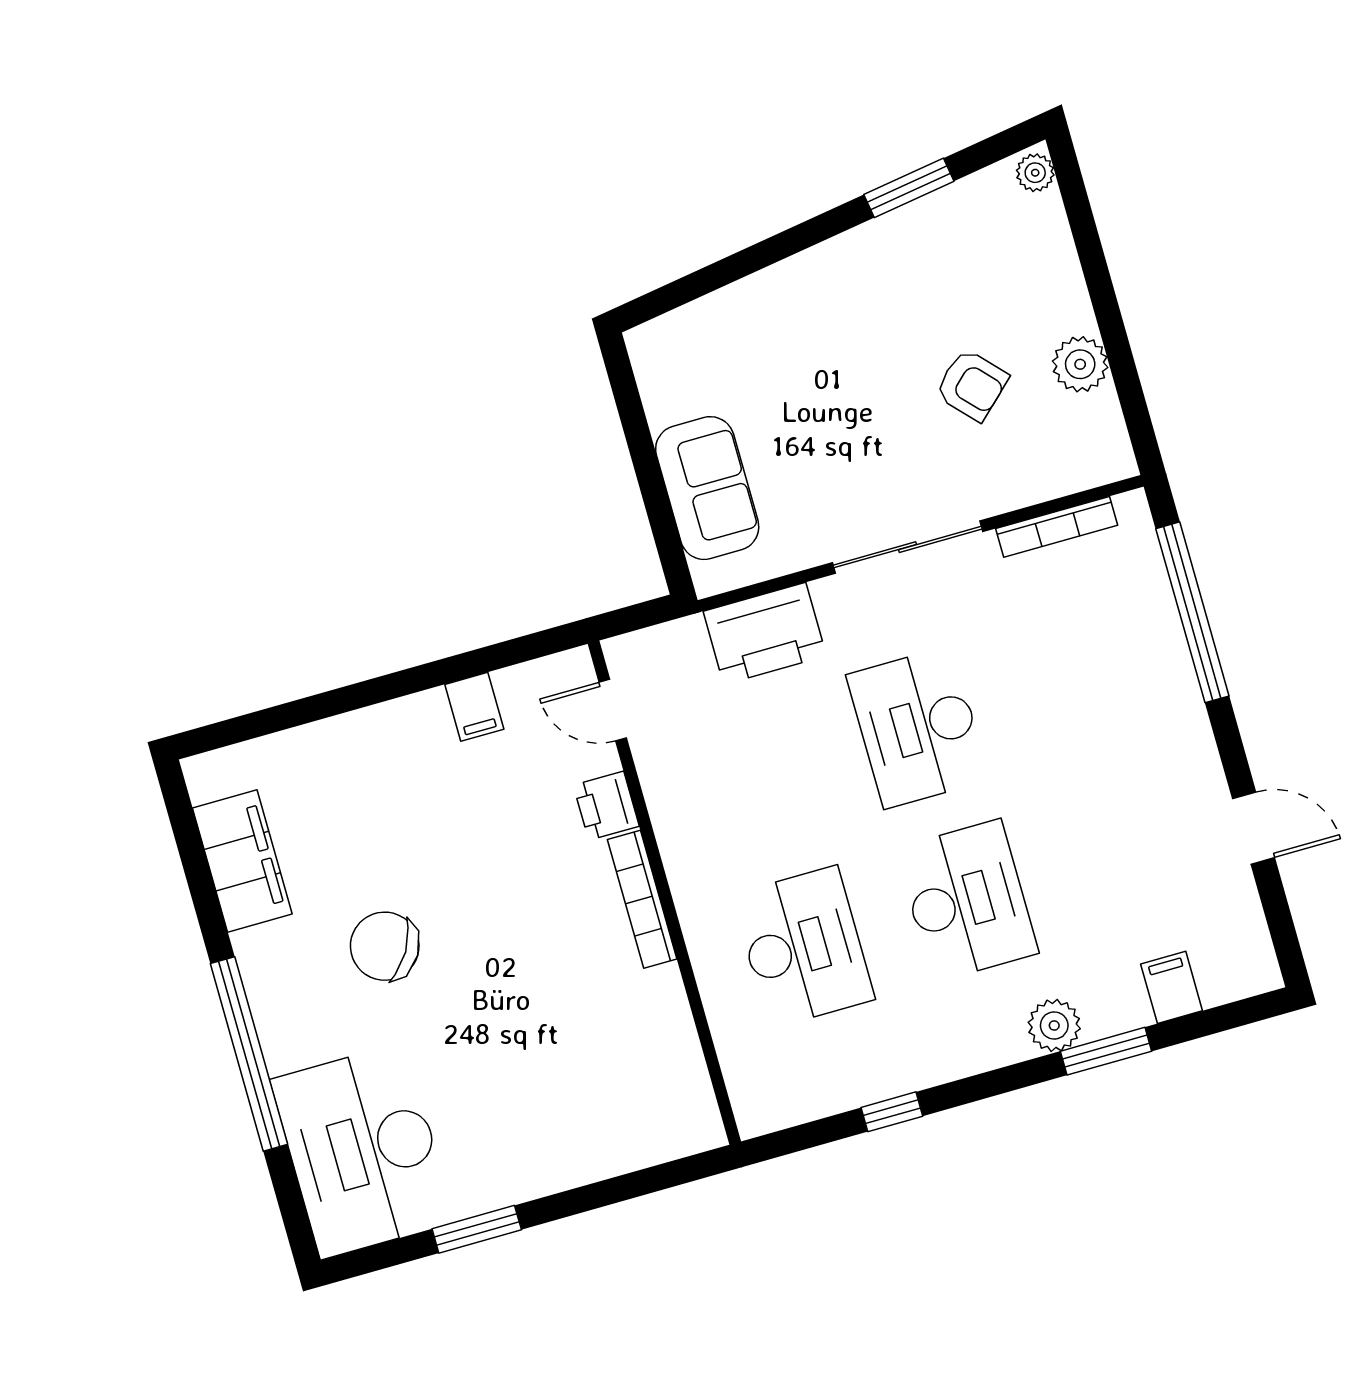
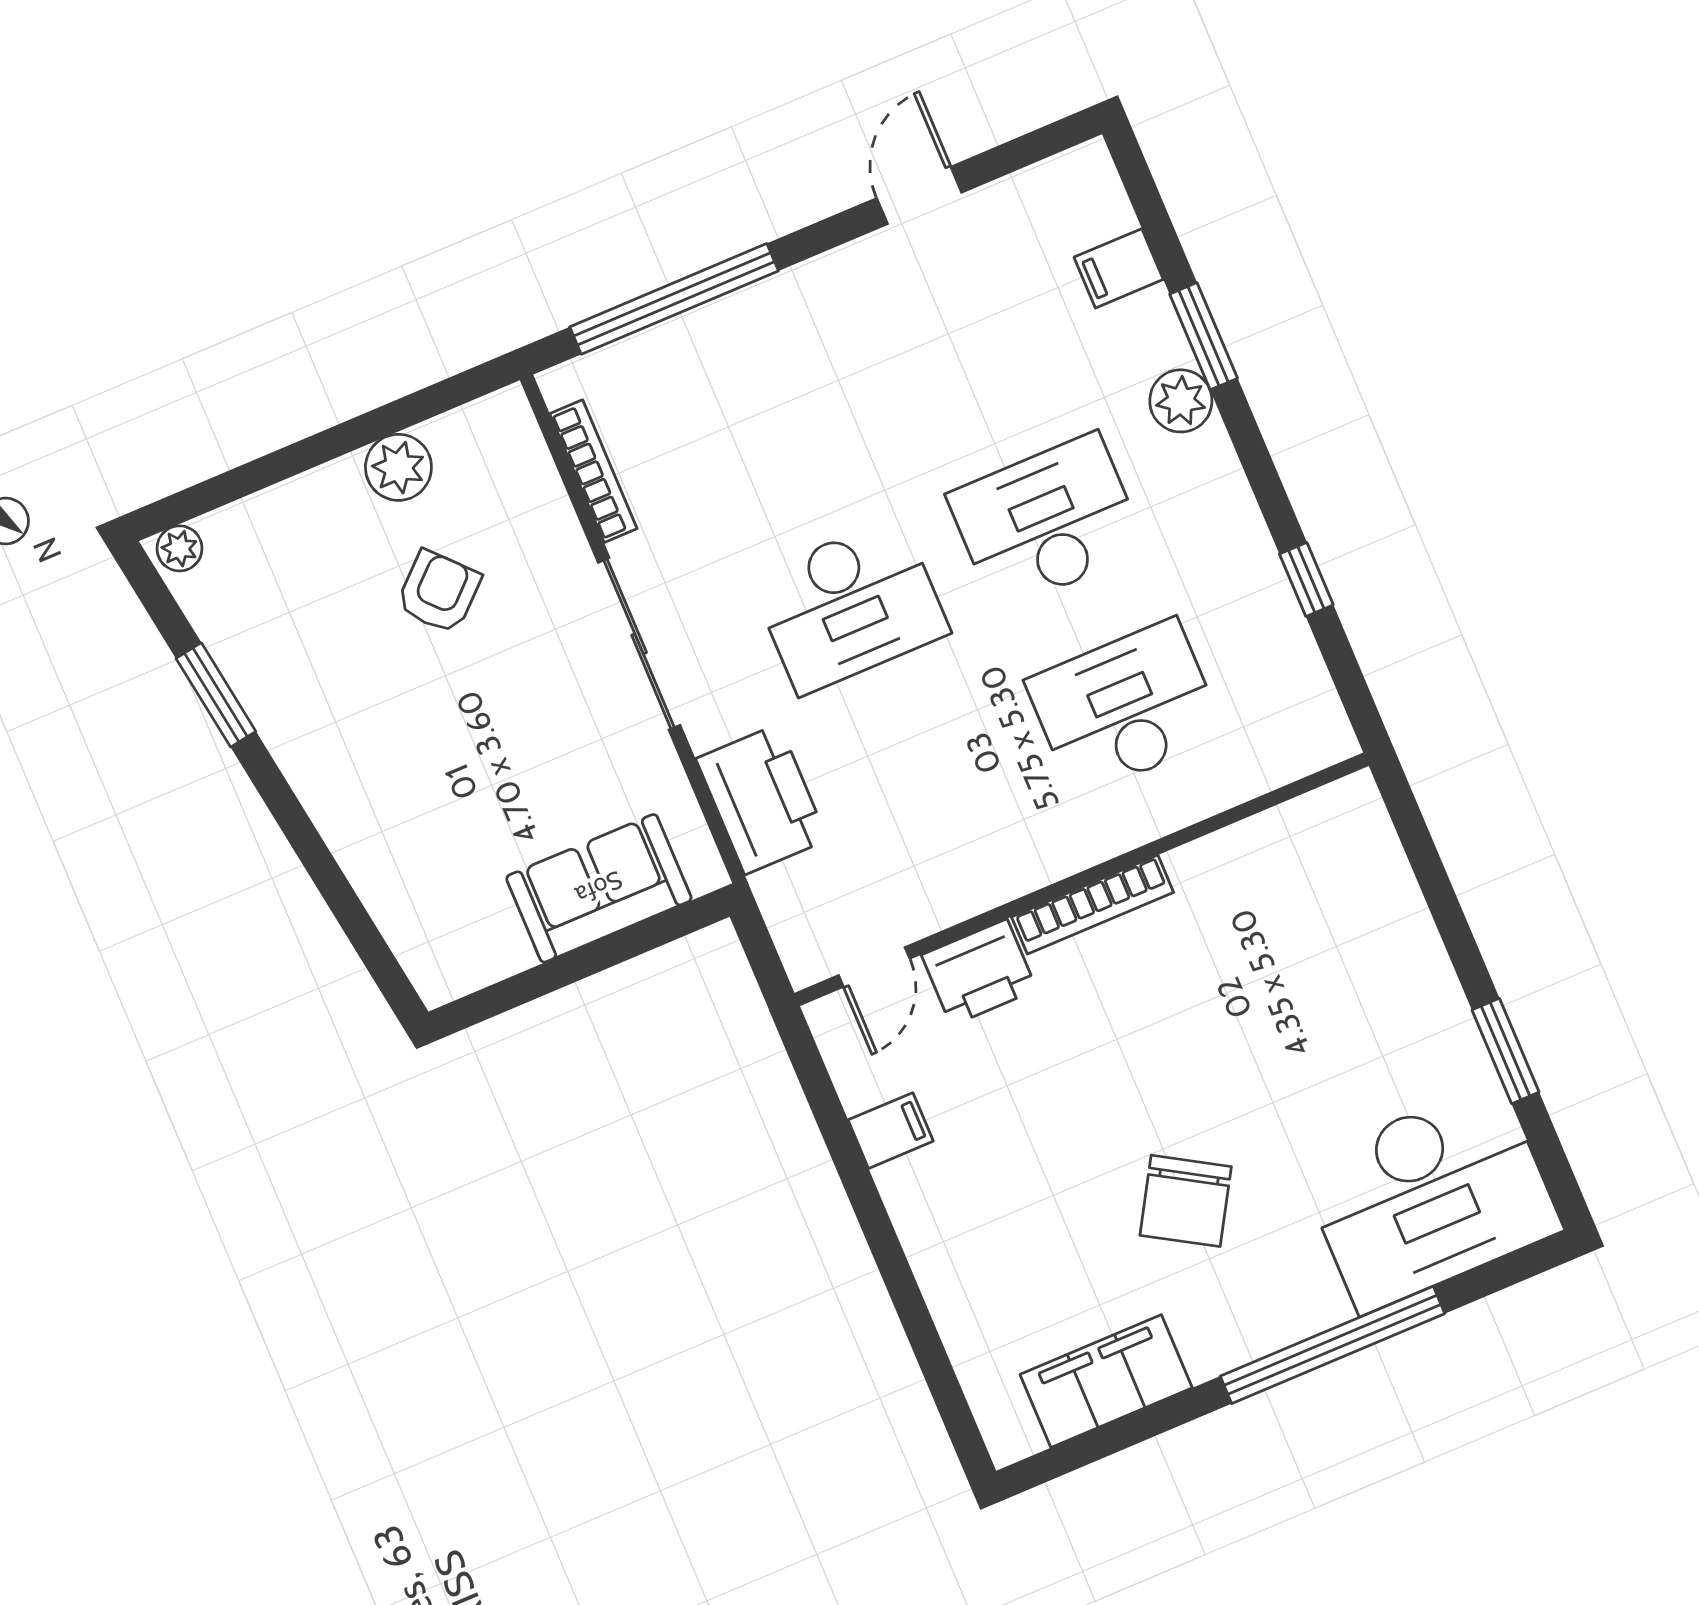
printer: (606, 806) -> (979, 972), width x1.36, depth x1.24

